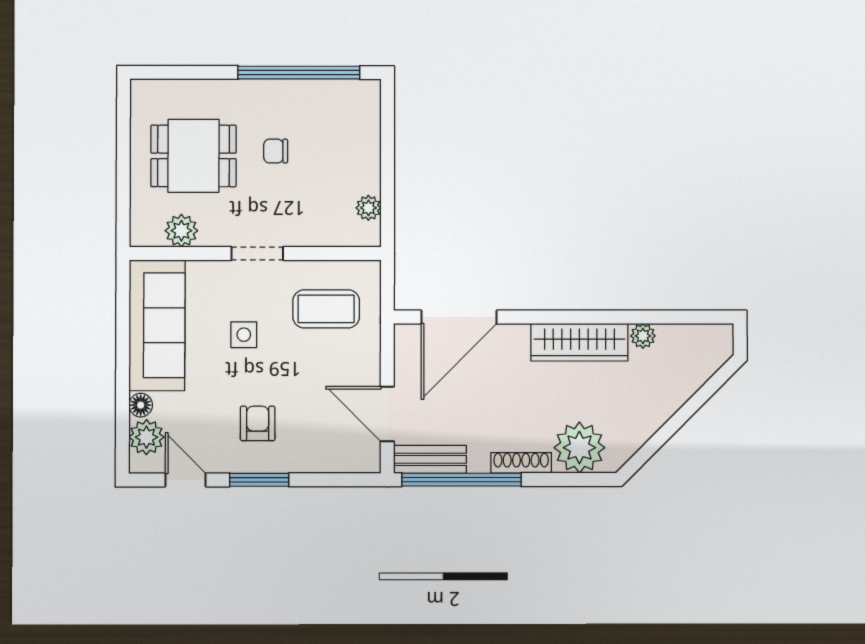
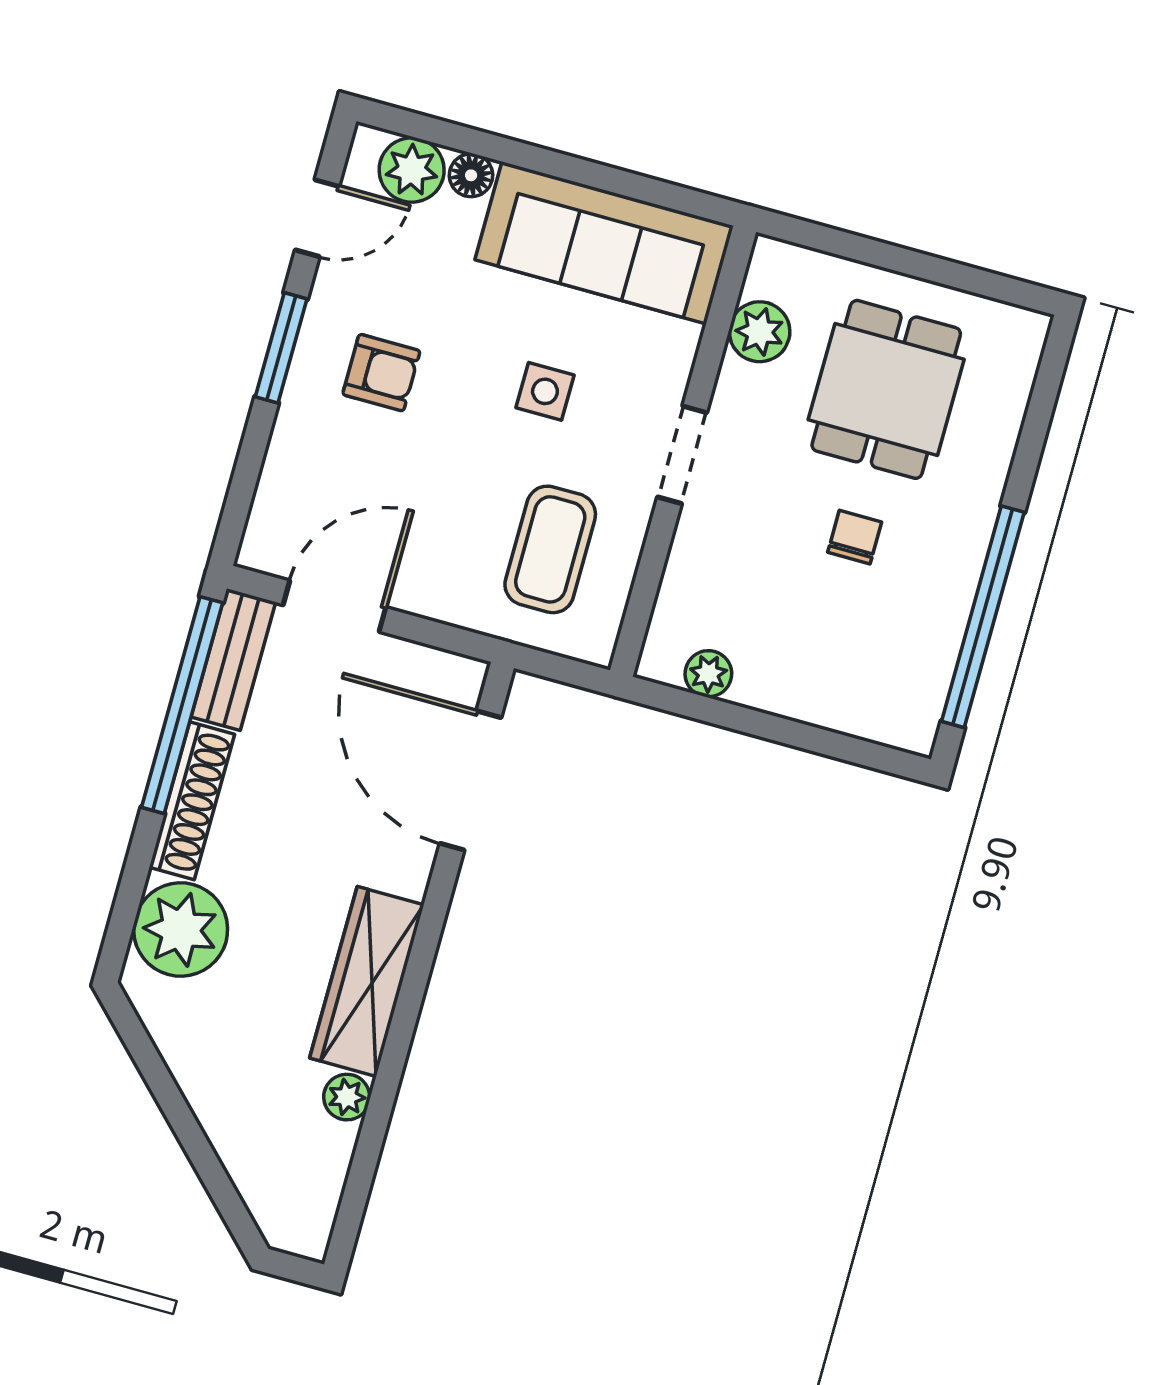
shoe rack: (521, 463) -> (192, 801), width x1.36, depth x1.24

